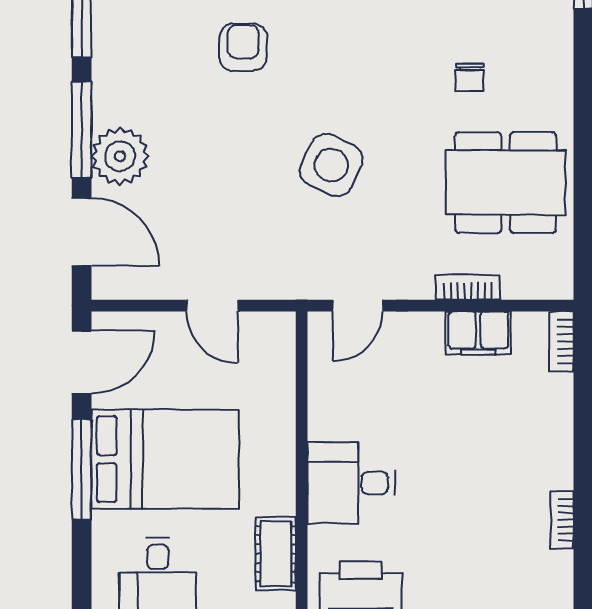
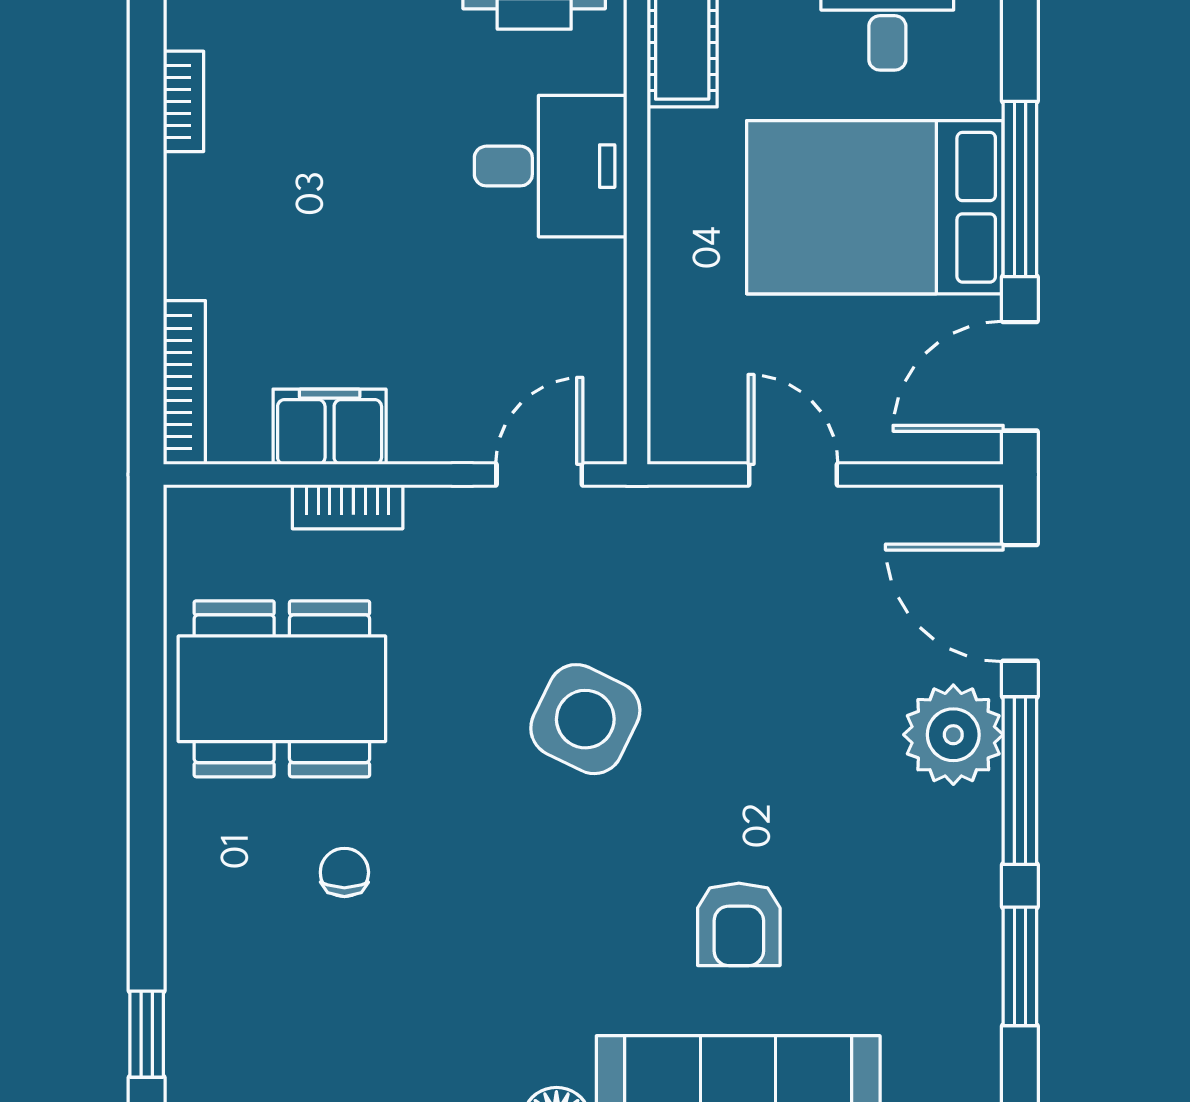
bookcase: (562, 342) -> (184, 382), width x1.56

